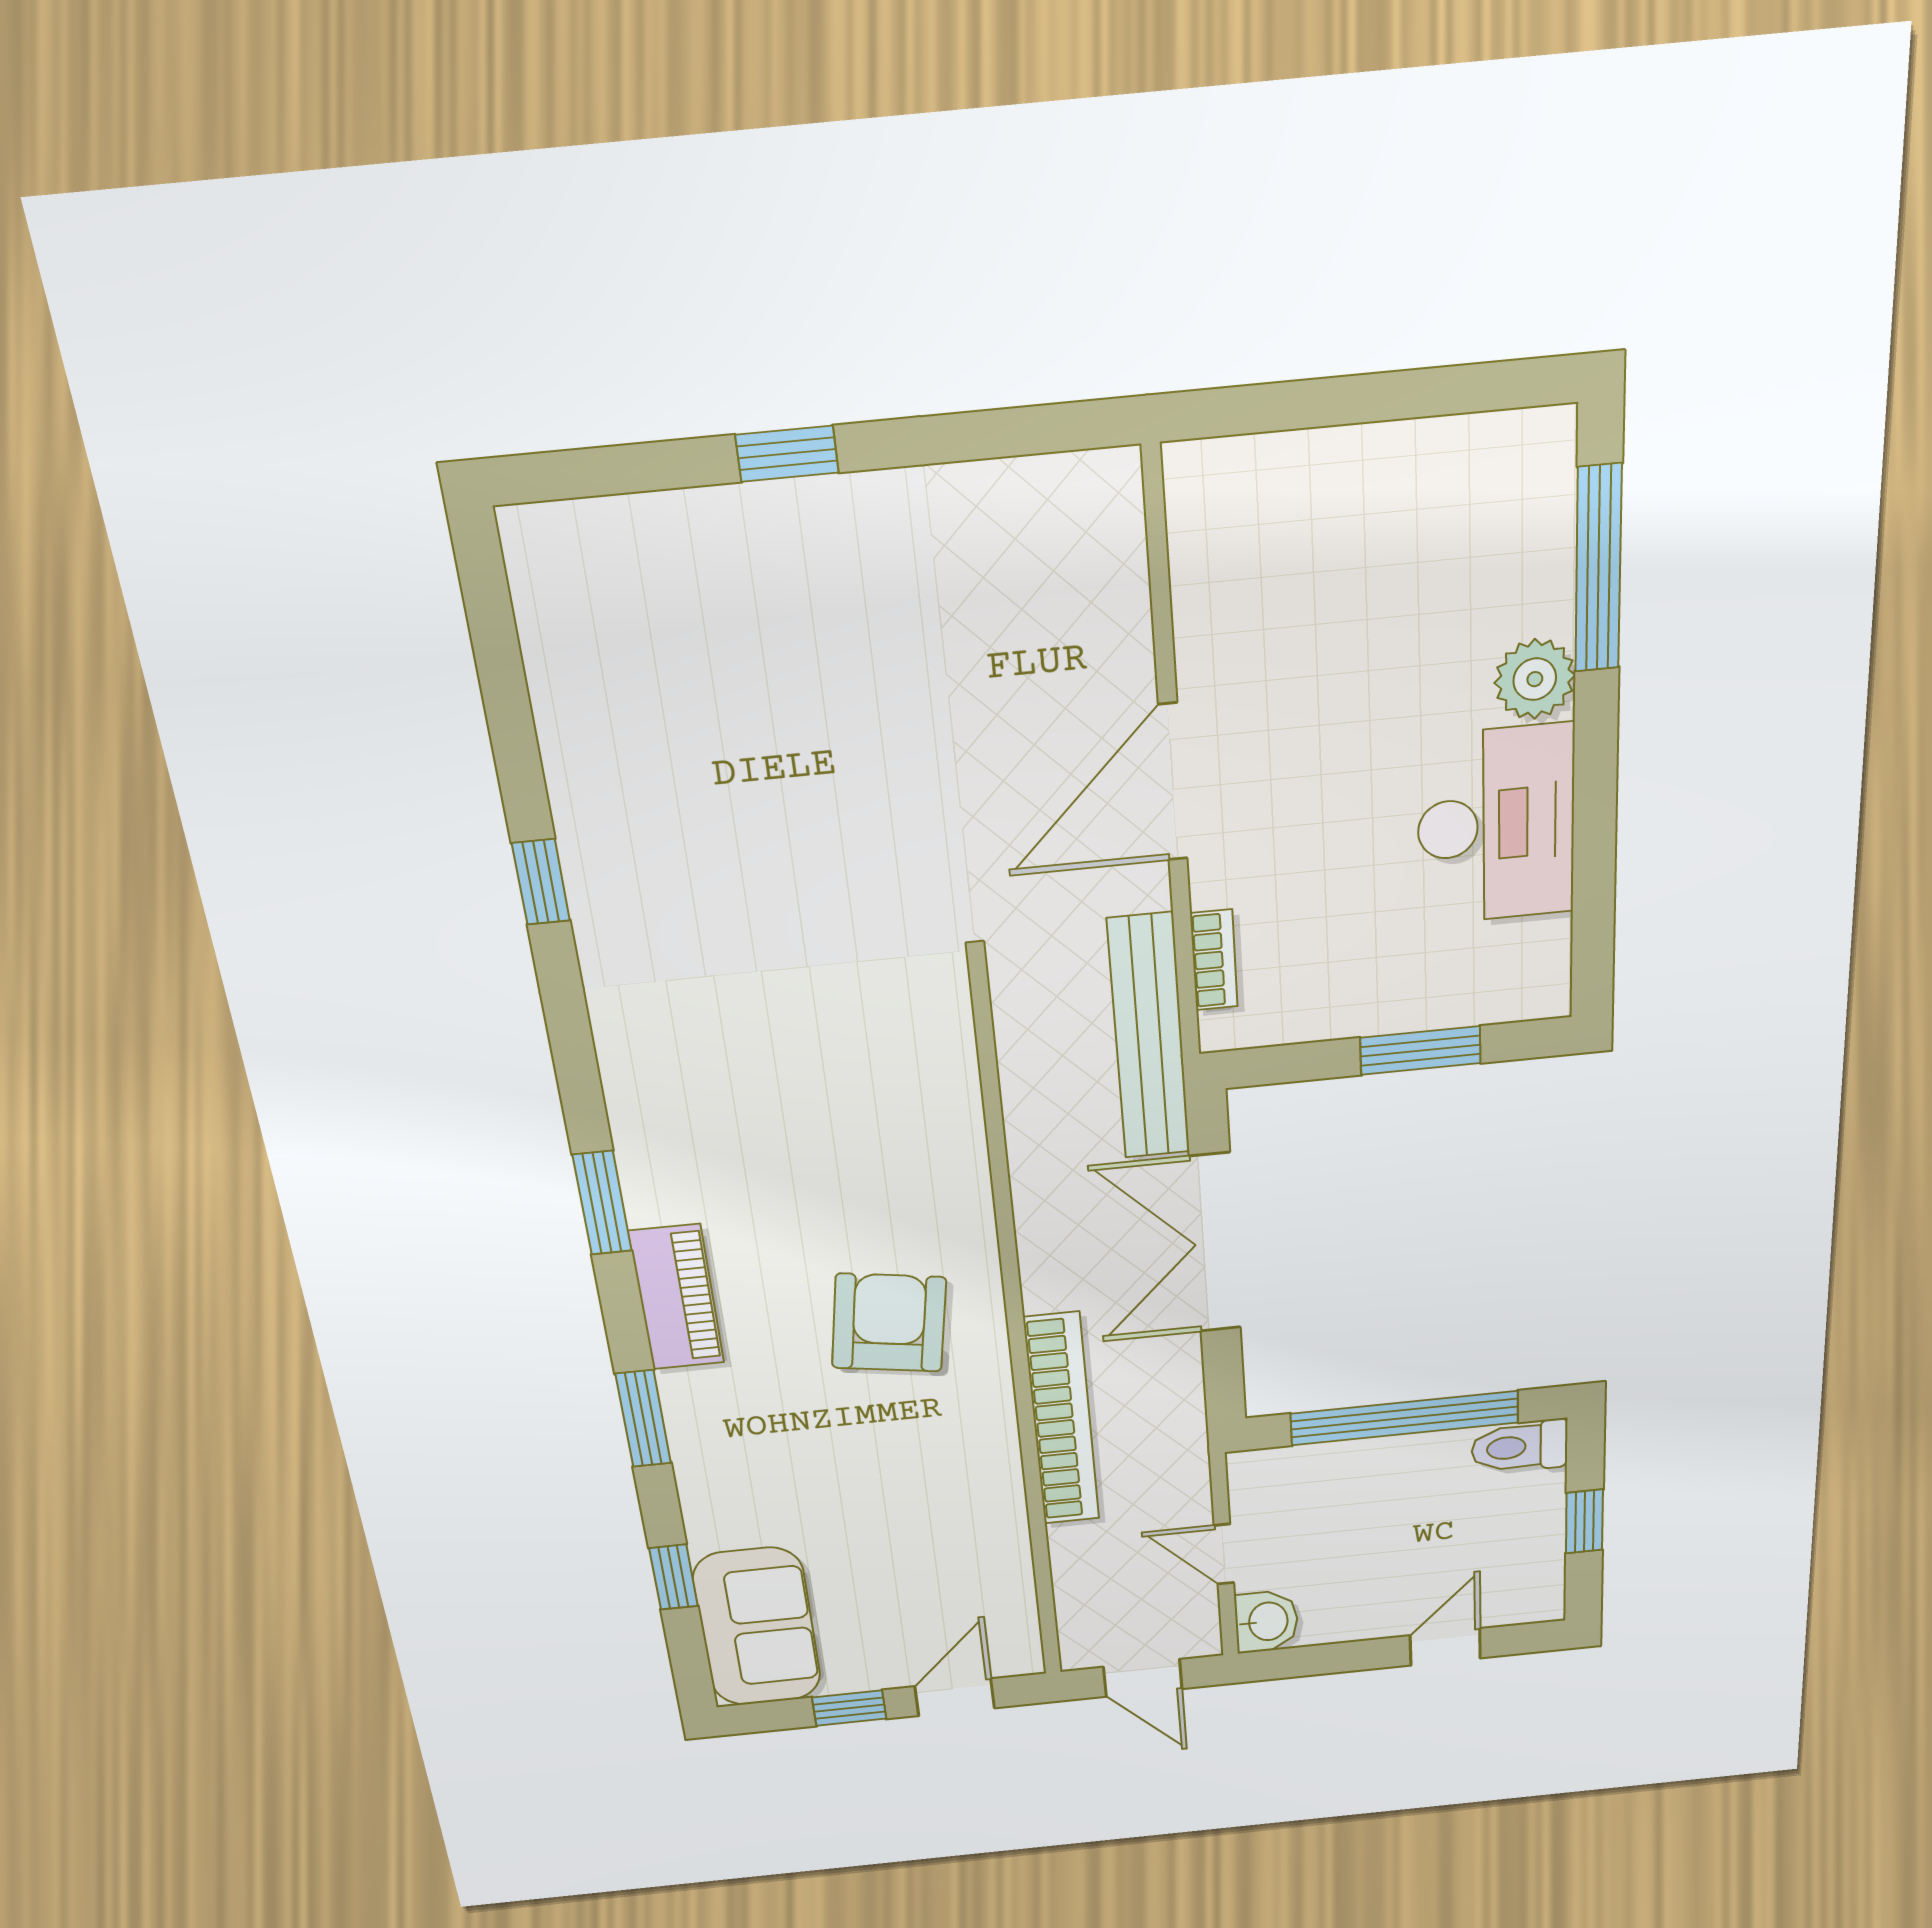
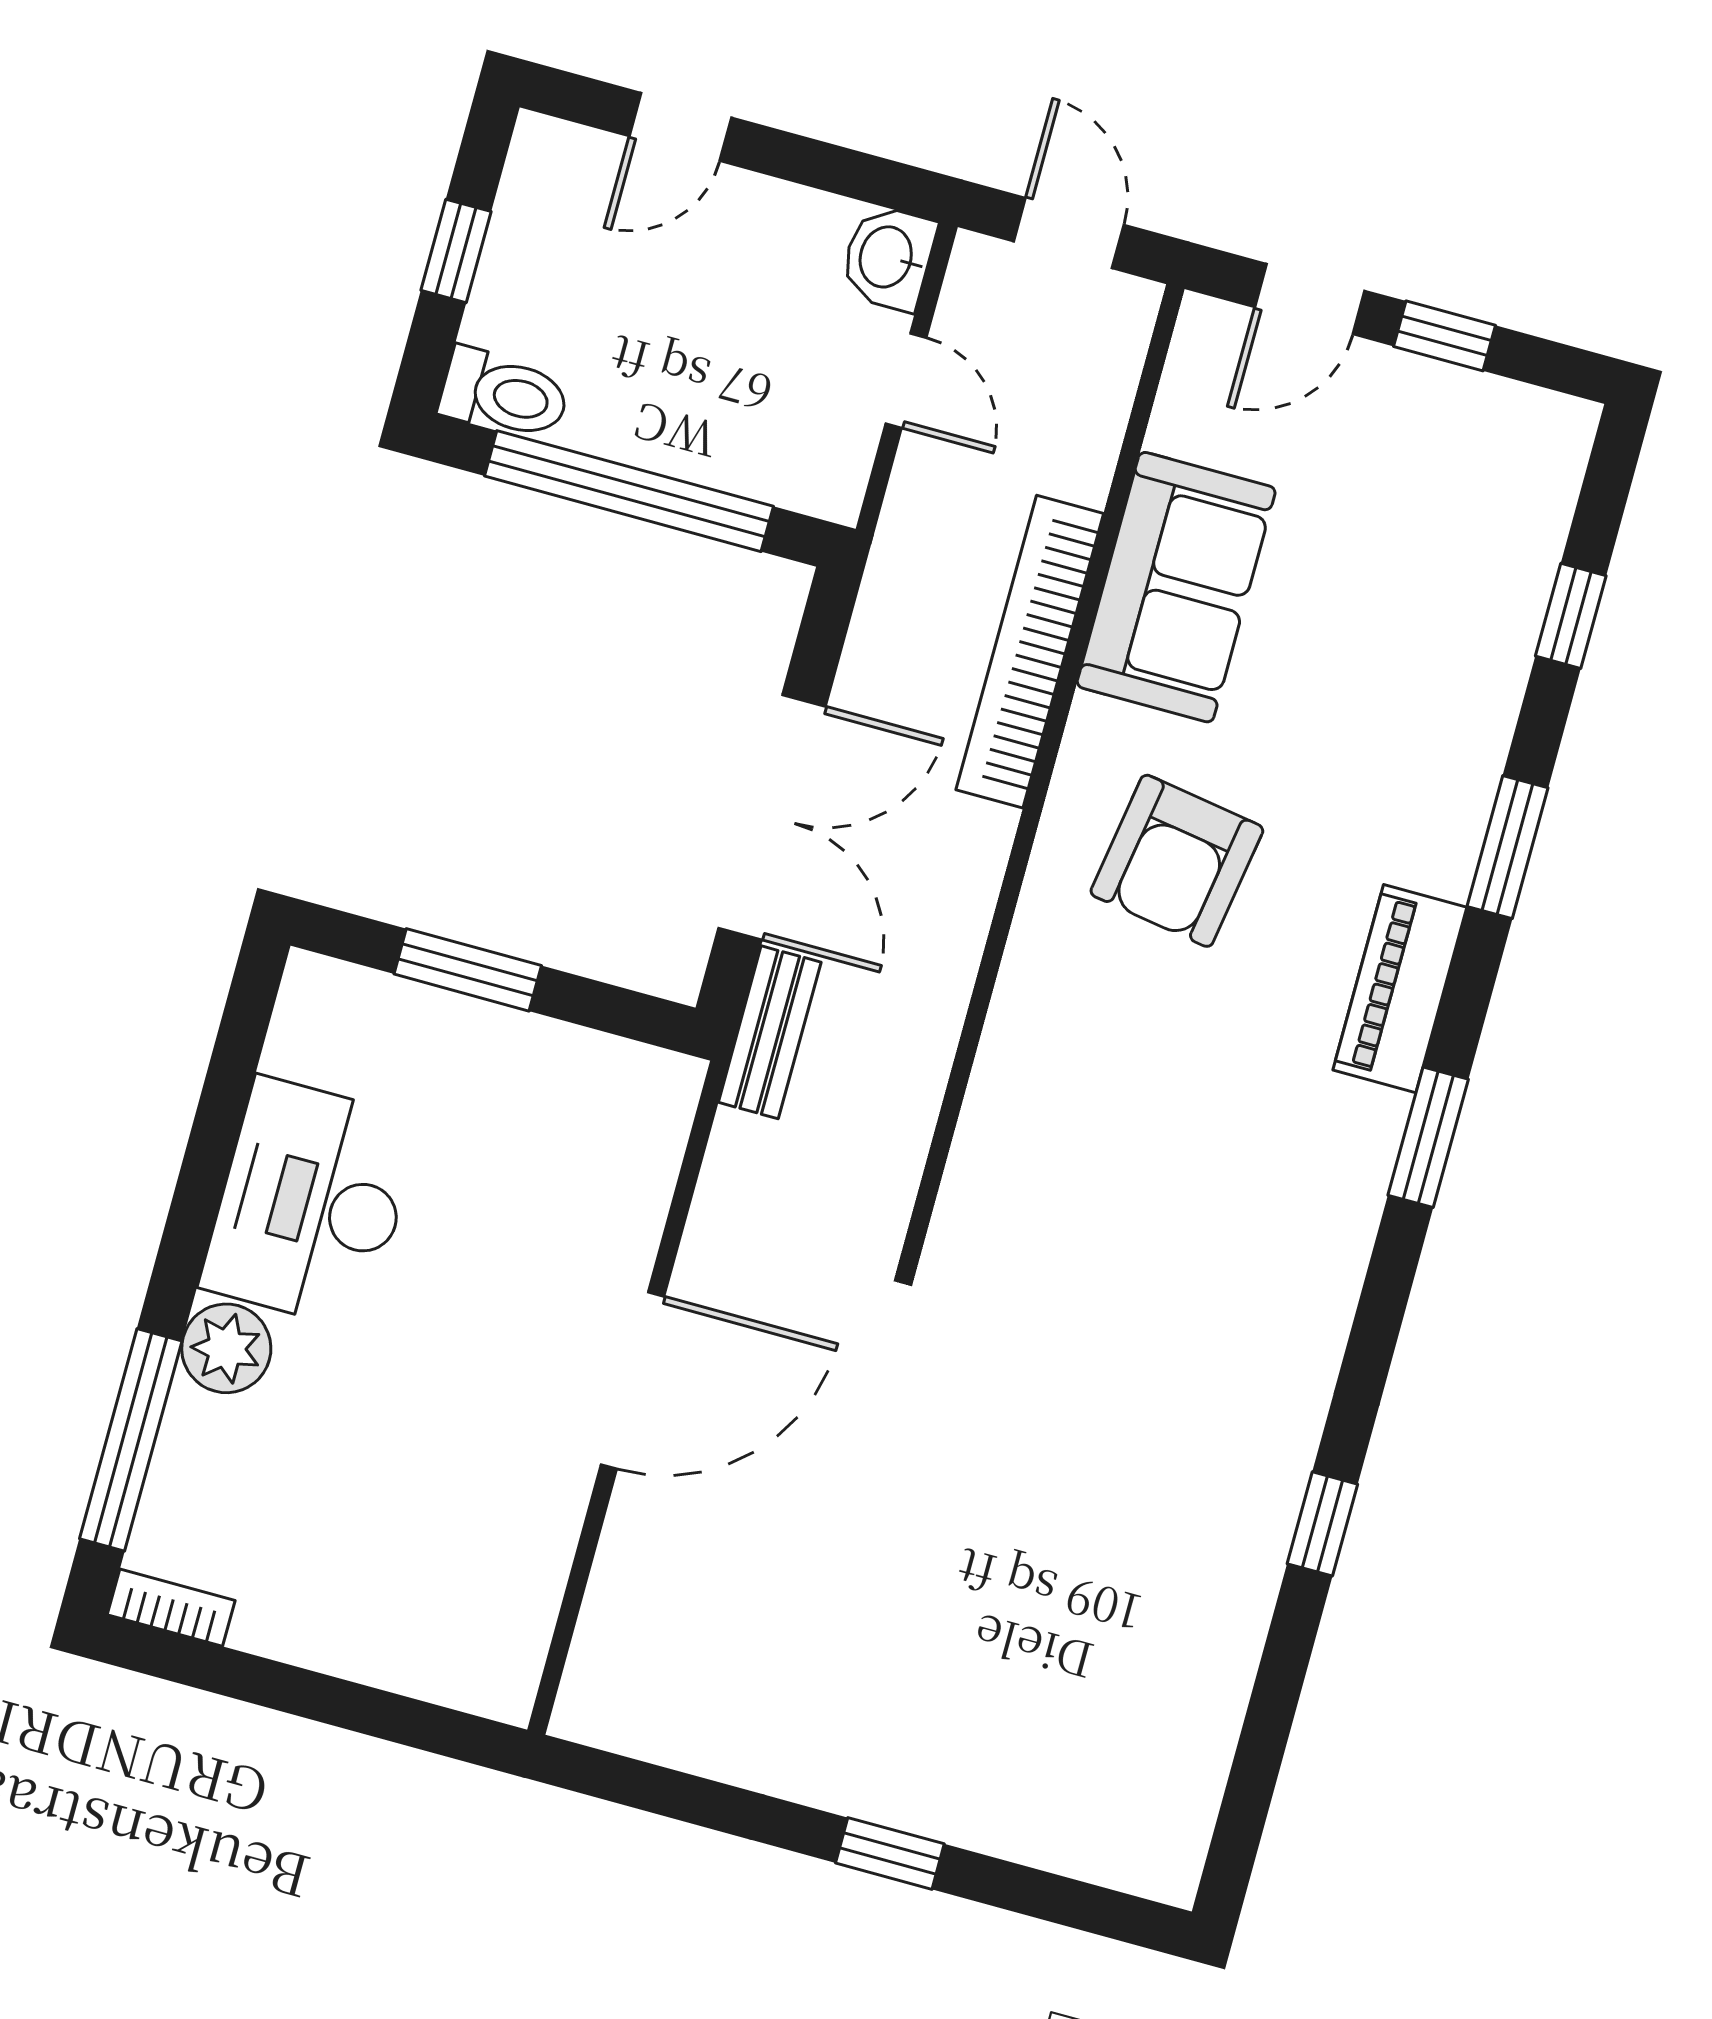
bookcase: (1214, 960) -> (171, 1608), moved, turned 90
bench: (1149, 1037) -> (770, 1032), width x0.54, depth x0.82
sofa: (757, 1627) -> (1176, 587), moved, turned 180

